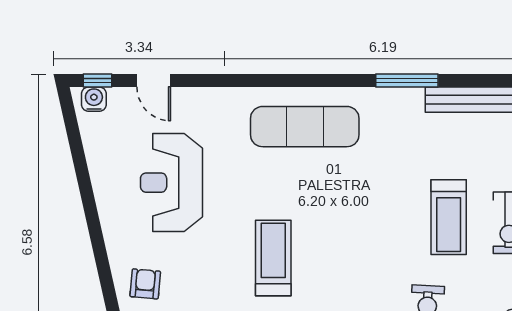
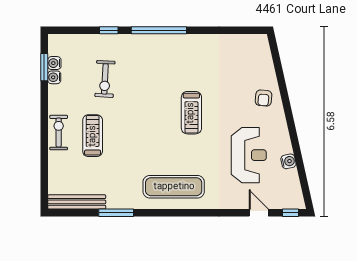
water cooler: (94, 99) -> (288, 161), moved, turned -103

